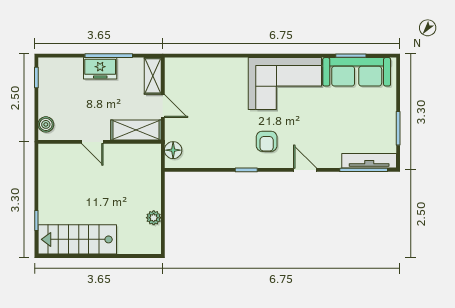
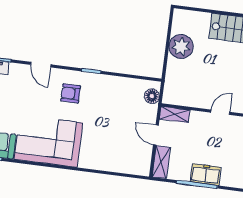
shelving: (136, 130) -> (175, 114), width x0.67, depth x0.75
armchair: (267, 141) -> (71, 93), turned -90
door: (92, 142) -> (220, 112), hinge flipped
plant: (154, 218) -> (181, 47), width x1.88, depth x1.88

